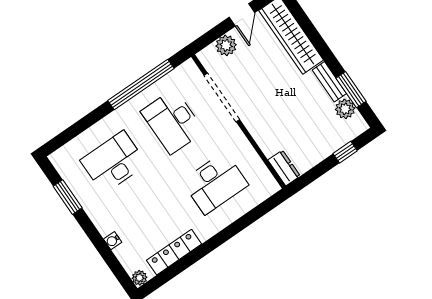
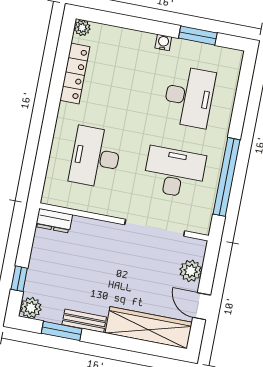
plant: (345, 109) -> (31, 308), moved
water cooler: (113, 241) -> (163, 42), moved

